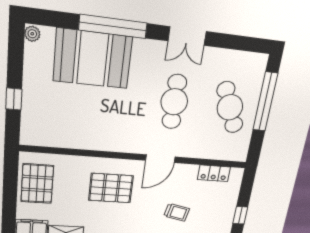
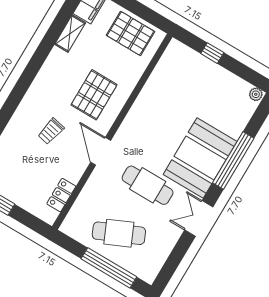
booth: (93, 59) -> (200, 158), moved
trolley: (177, 212) -> (51, 131), moved

